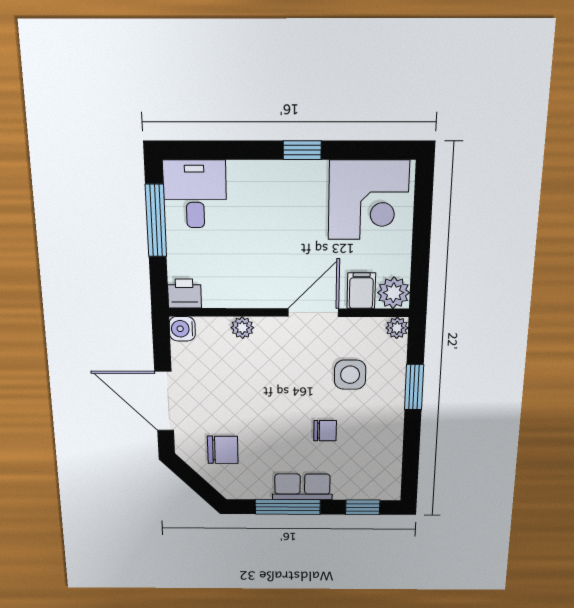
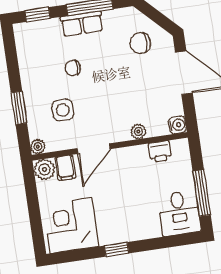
printer: (184, 293) -> (160, 152), moved

